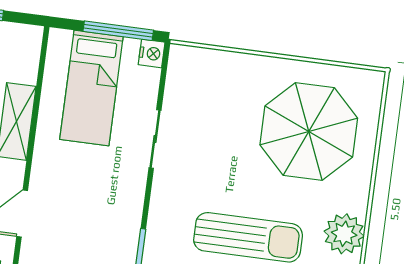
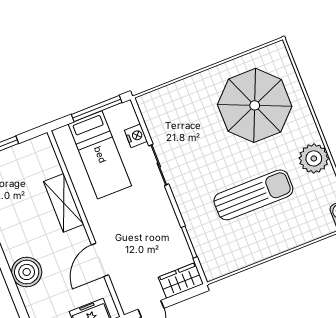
nightstand: (152, 53) -> (136, 136), moved

